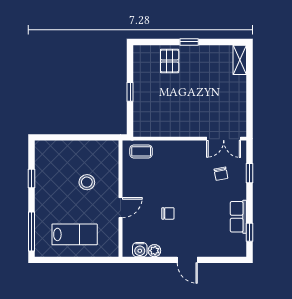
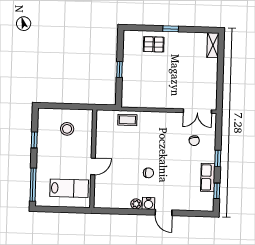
pallet: (170, 61) -> (154, 44), turned 90
window: (249, 173) -> (218, 158), moved
stool: (87, 182) -> (67, 129), moved
wall: (120, 199) -> (93, 159), moved
door: (120, 208) -> (93, 166), moved
water cooler: (140, 250) -> (148, 203), moved

